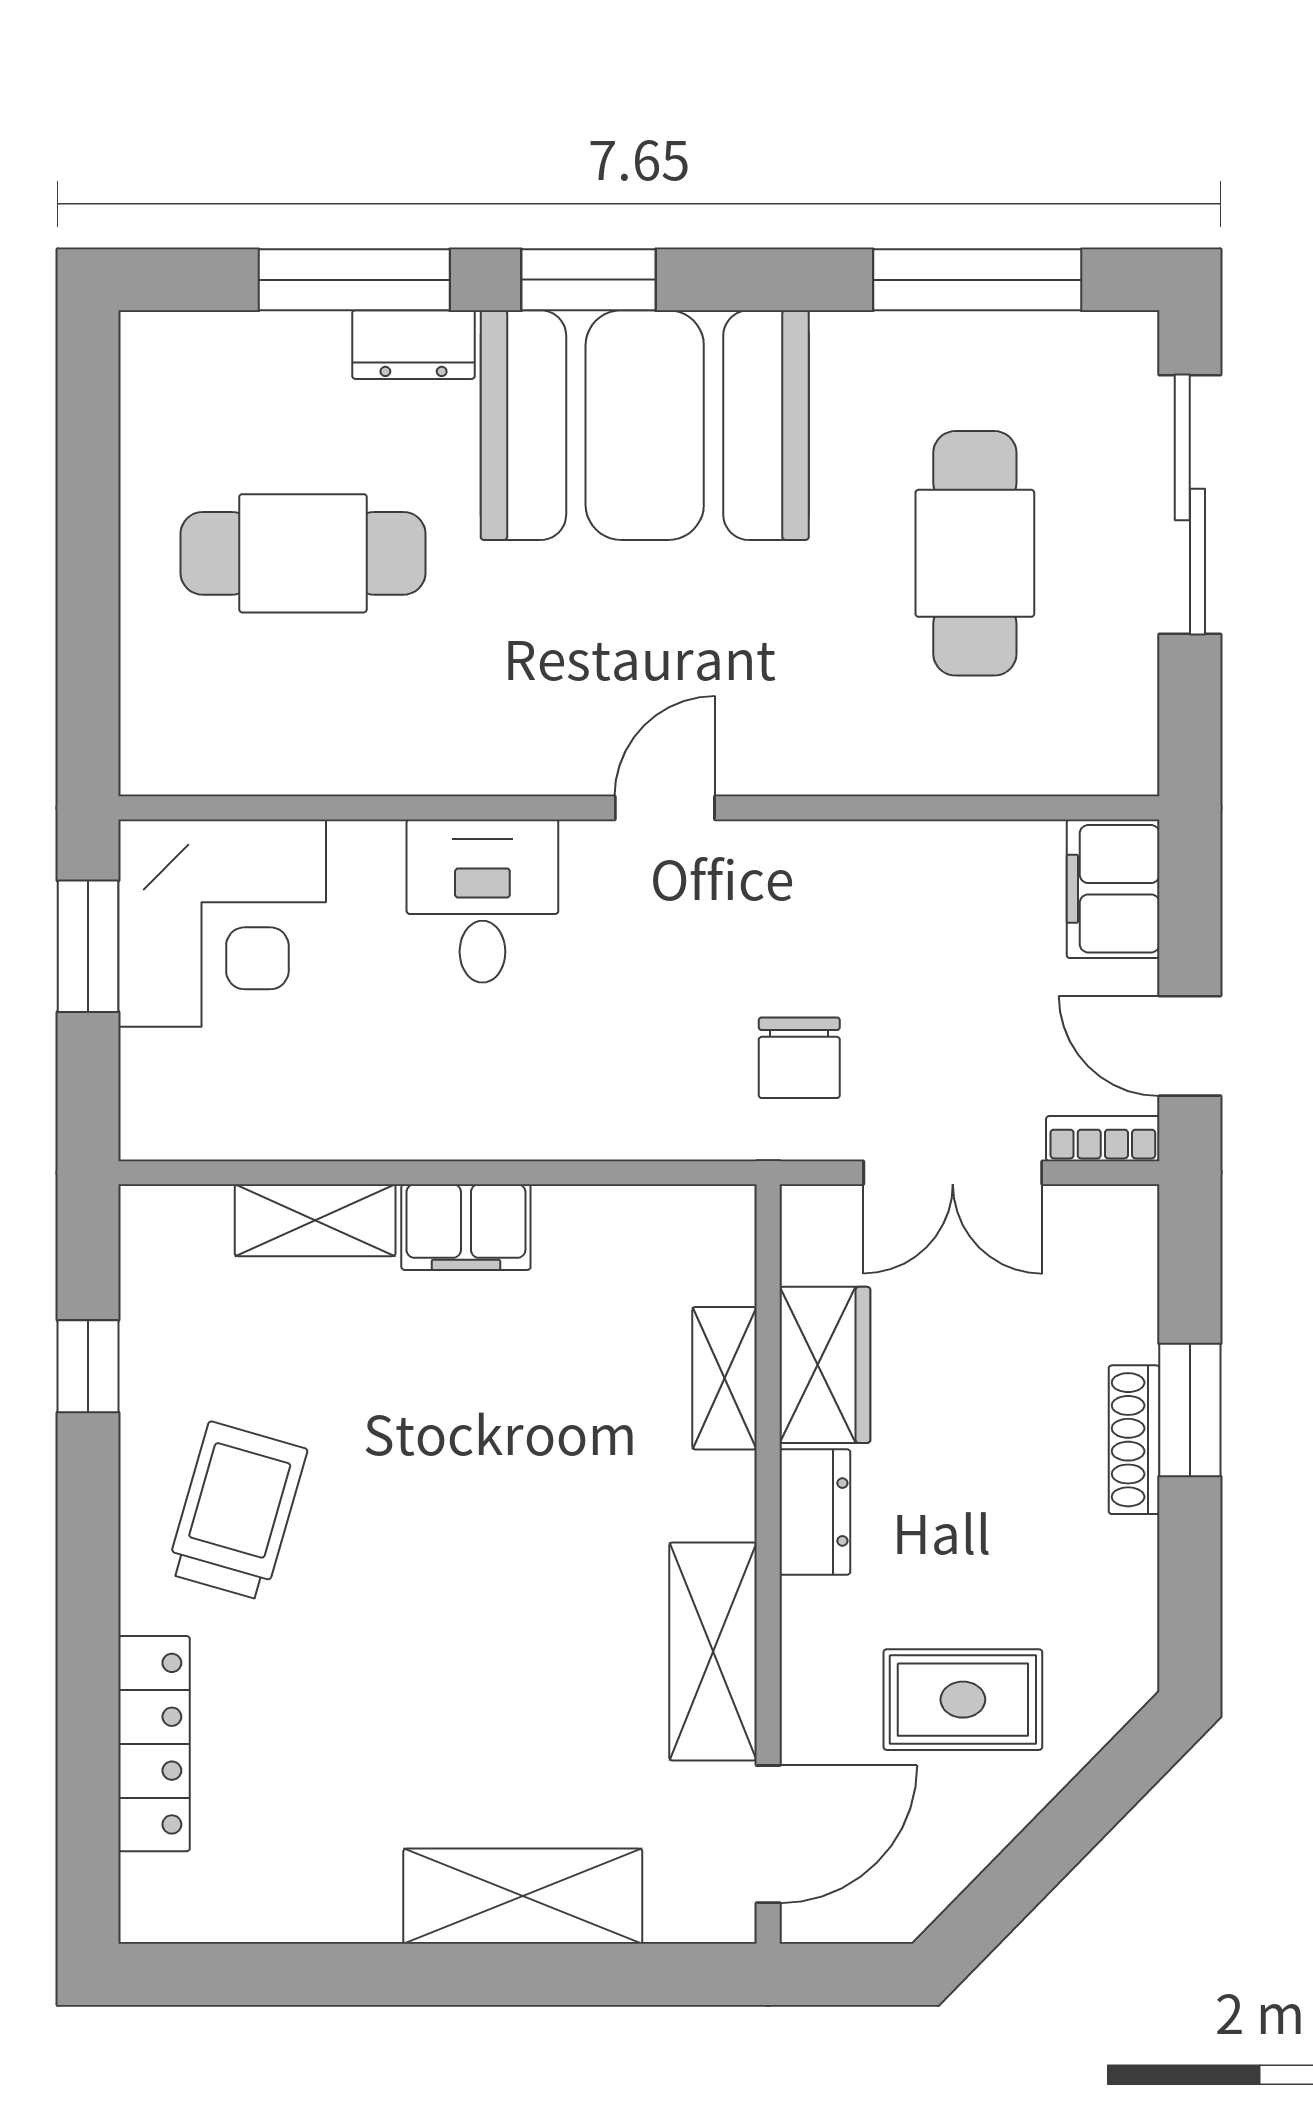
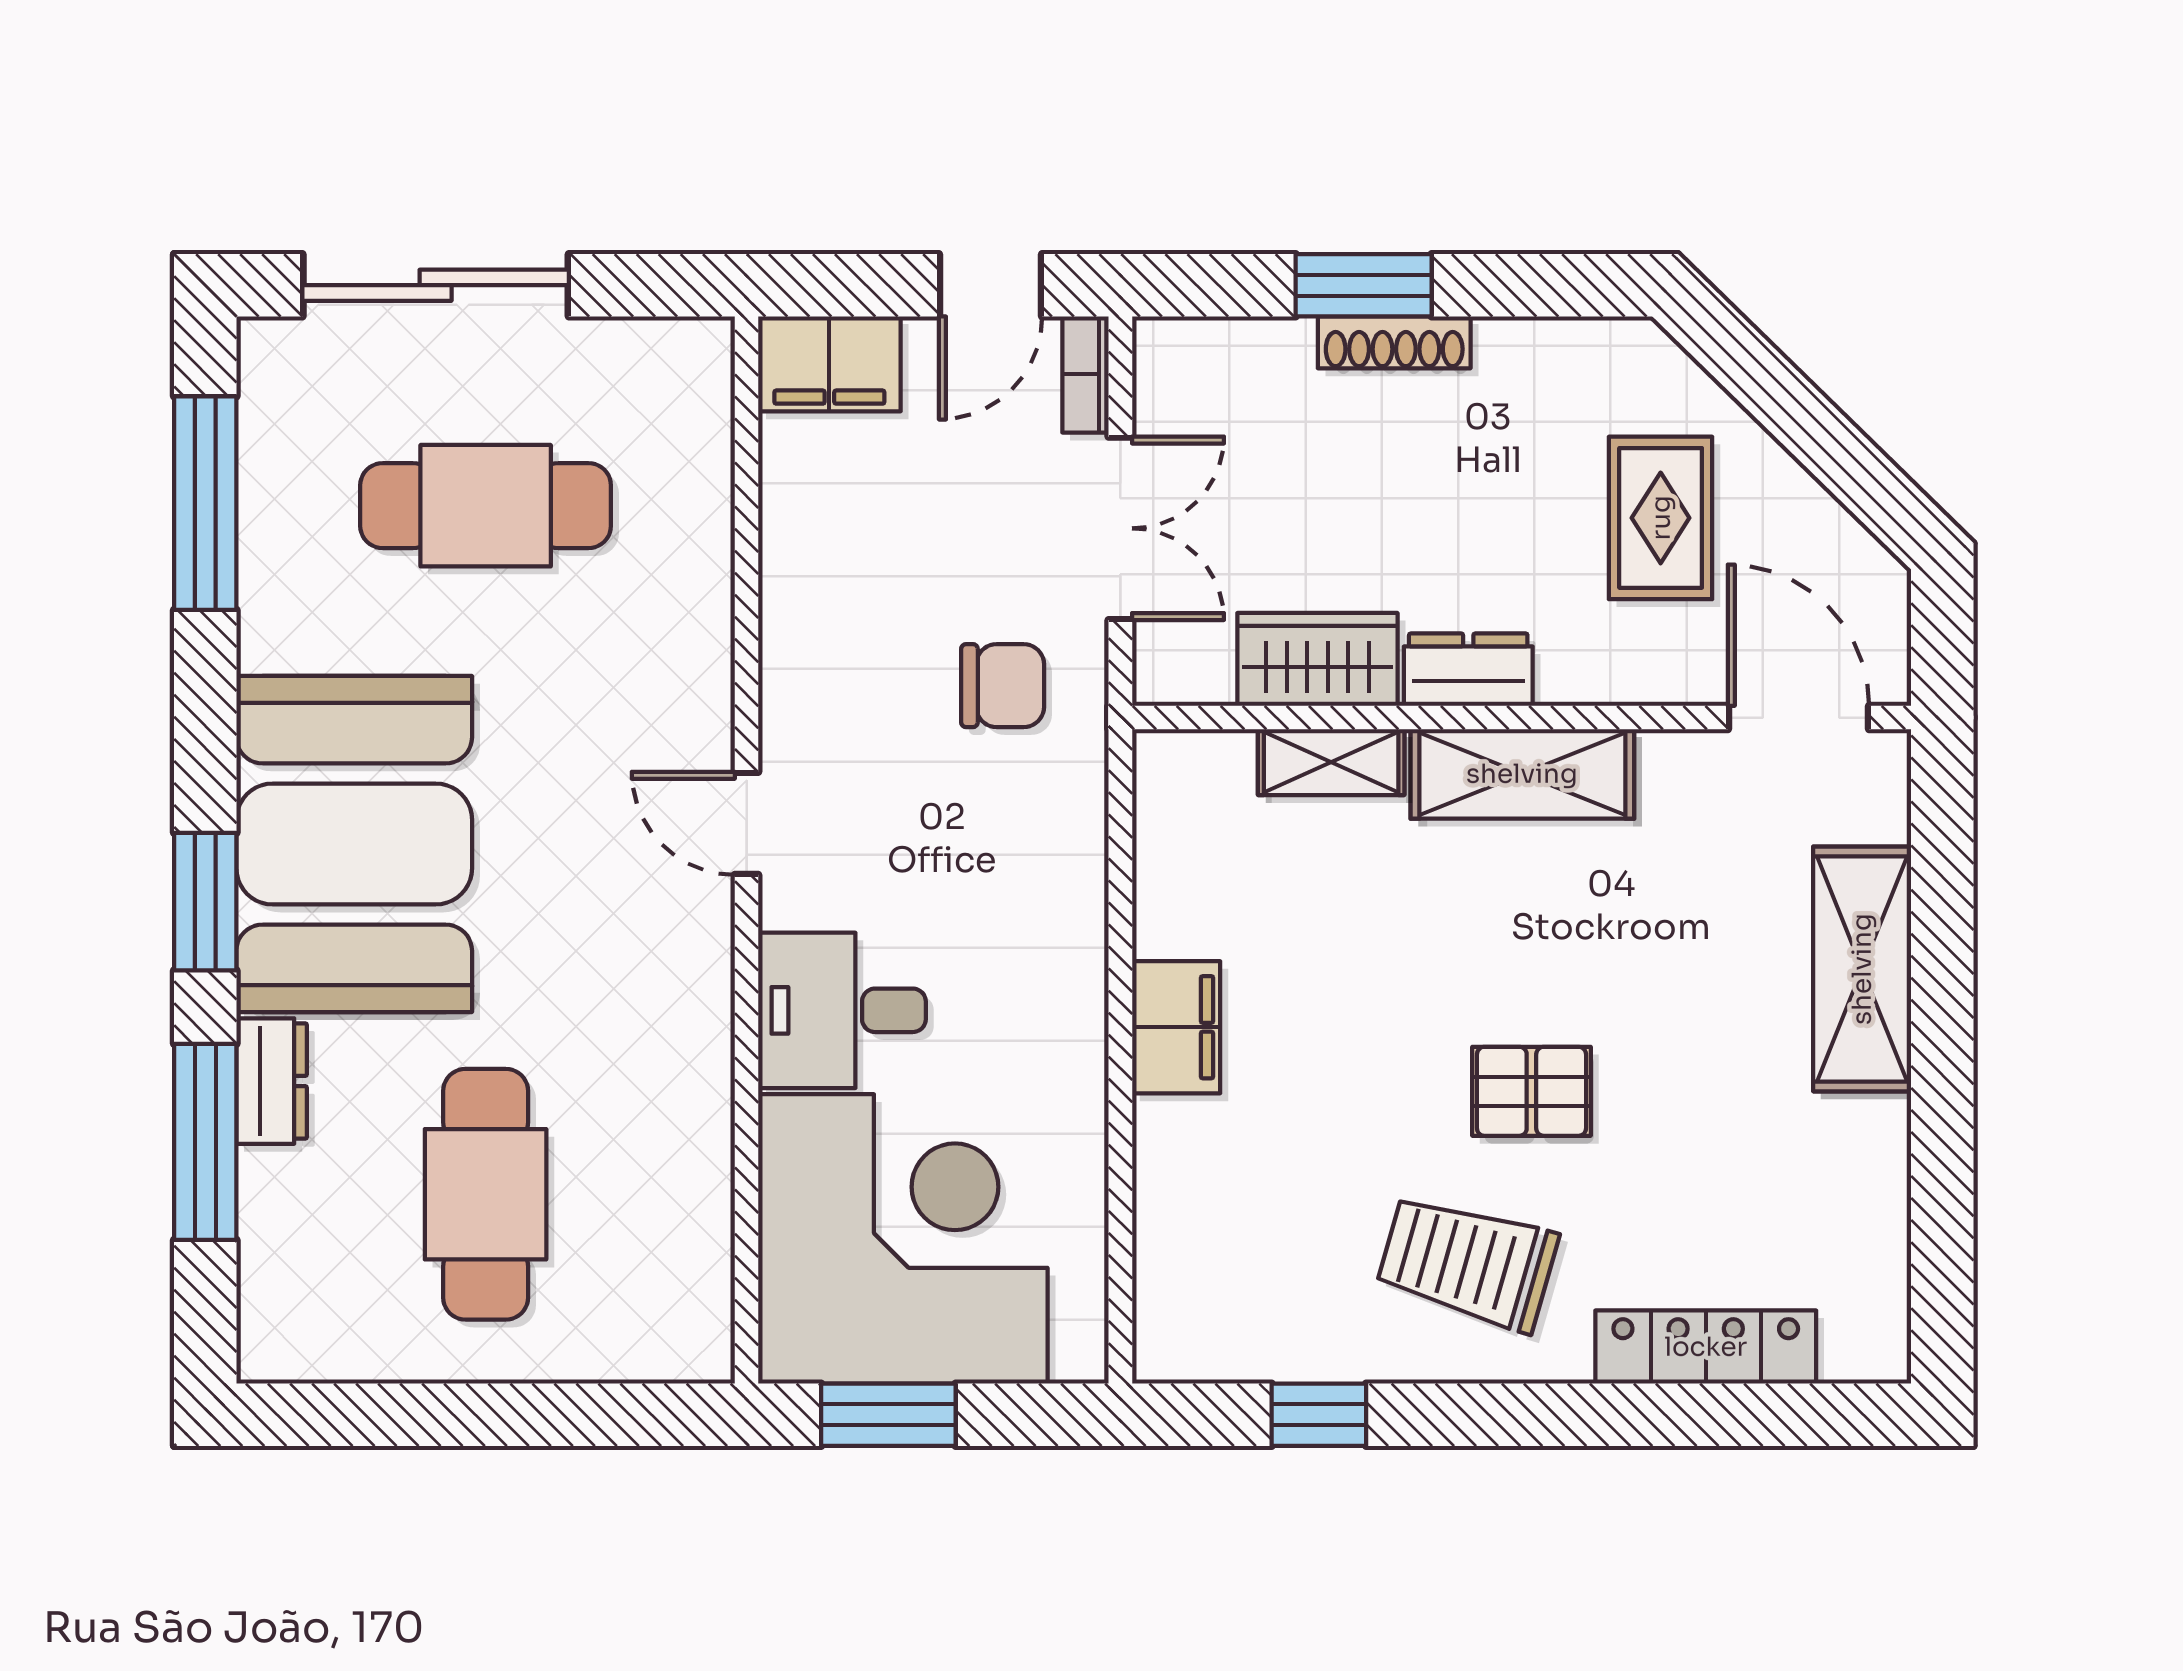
corner desk: (222, 923) -> (903, 1239), width x1.36, depth x1.36
shelving: (315, 1220) -> (1169, 1182), removed
pallet: (403, 1574) -> (1531, 1091), added
shelving: (713, 1651) -> (1522, 774), moved

